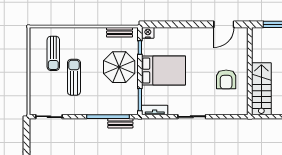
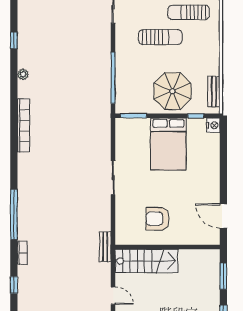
tv unit: (155, 110) -> (121, 133), removed
bench: (120, 123) -> (105, 247), moved

